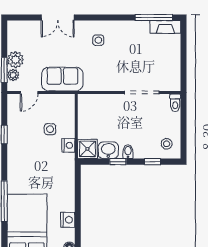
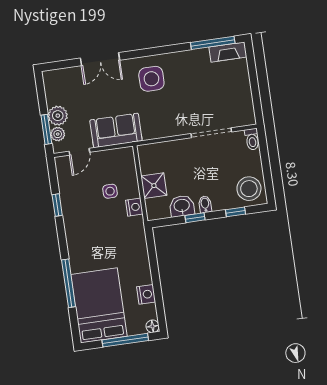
side table: (98, 40) -> (151, 79), width x1.87, depth x1.87
stool: (167, 144) -> (249, 189), width x1.89, depth x1.89
shower: (87, 149) -> (154, 186), moved

